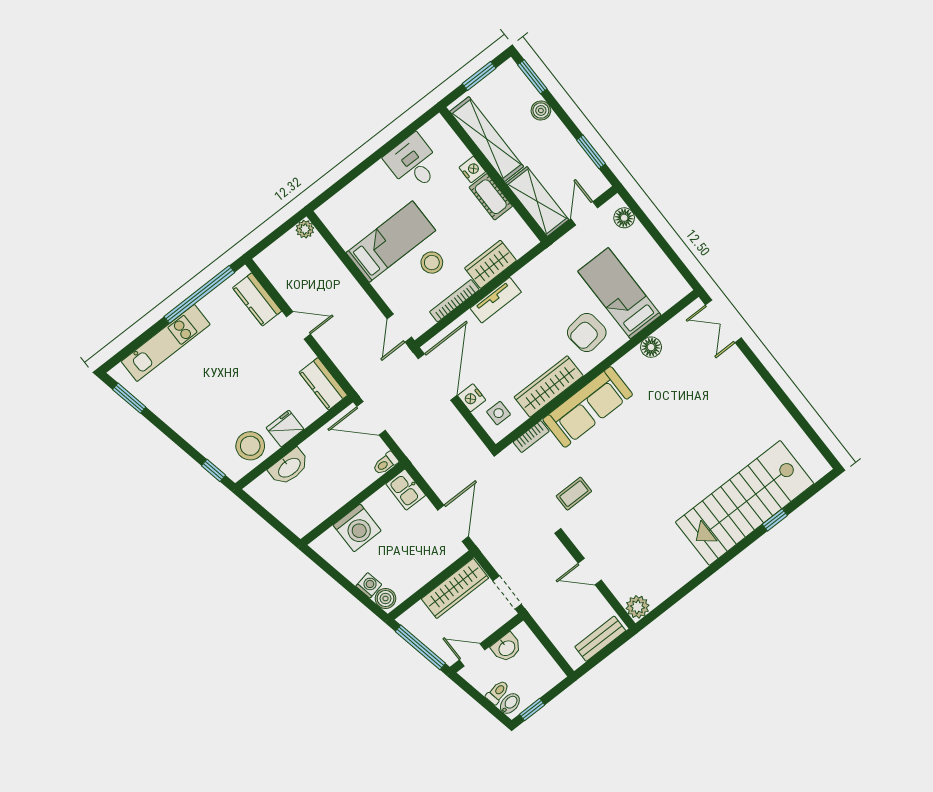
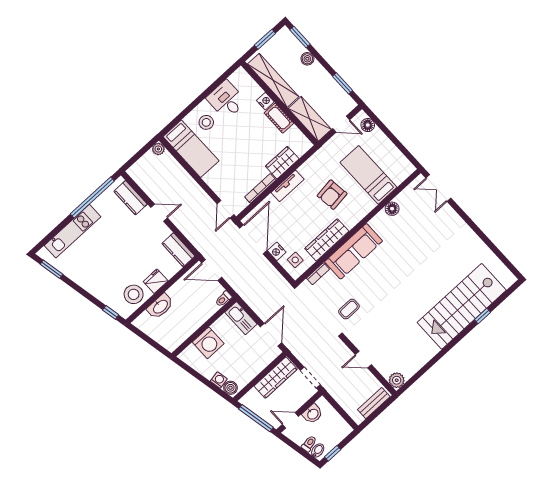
door: (584, 213) -> (341, 124), swing flipped
bed: (391, 242) -> (191, 149), moved, turned 90
stool: (432, 263) -> (206, 122), moved
armchair: (587, 332) -> (332, 195), moved
kitchen sink: (406, 490) -> (241, 318), width x1.38

